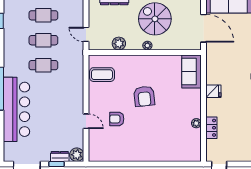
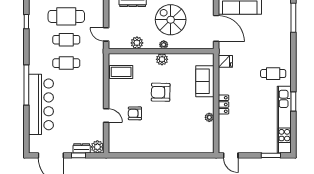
cafe table: (43, 15) -> (66, 16), width x1.37, depth x1.35
plant: (146, 61) -> (162, 59), added
sofa: (191, 71) -> (205, 81), moved
fridge: (213, 91) -> (225, 61), moved
armchair: (144, 96) -> (161, 92), turned 97
locker: (211, 128) -> (223, 104), moved

